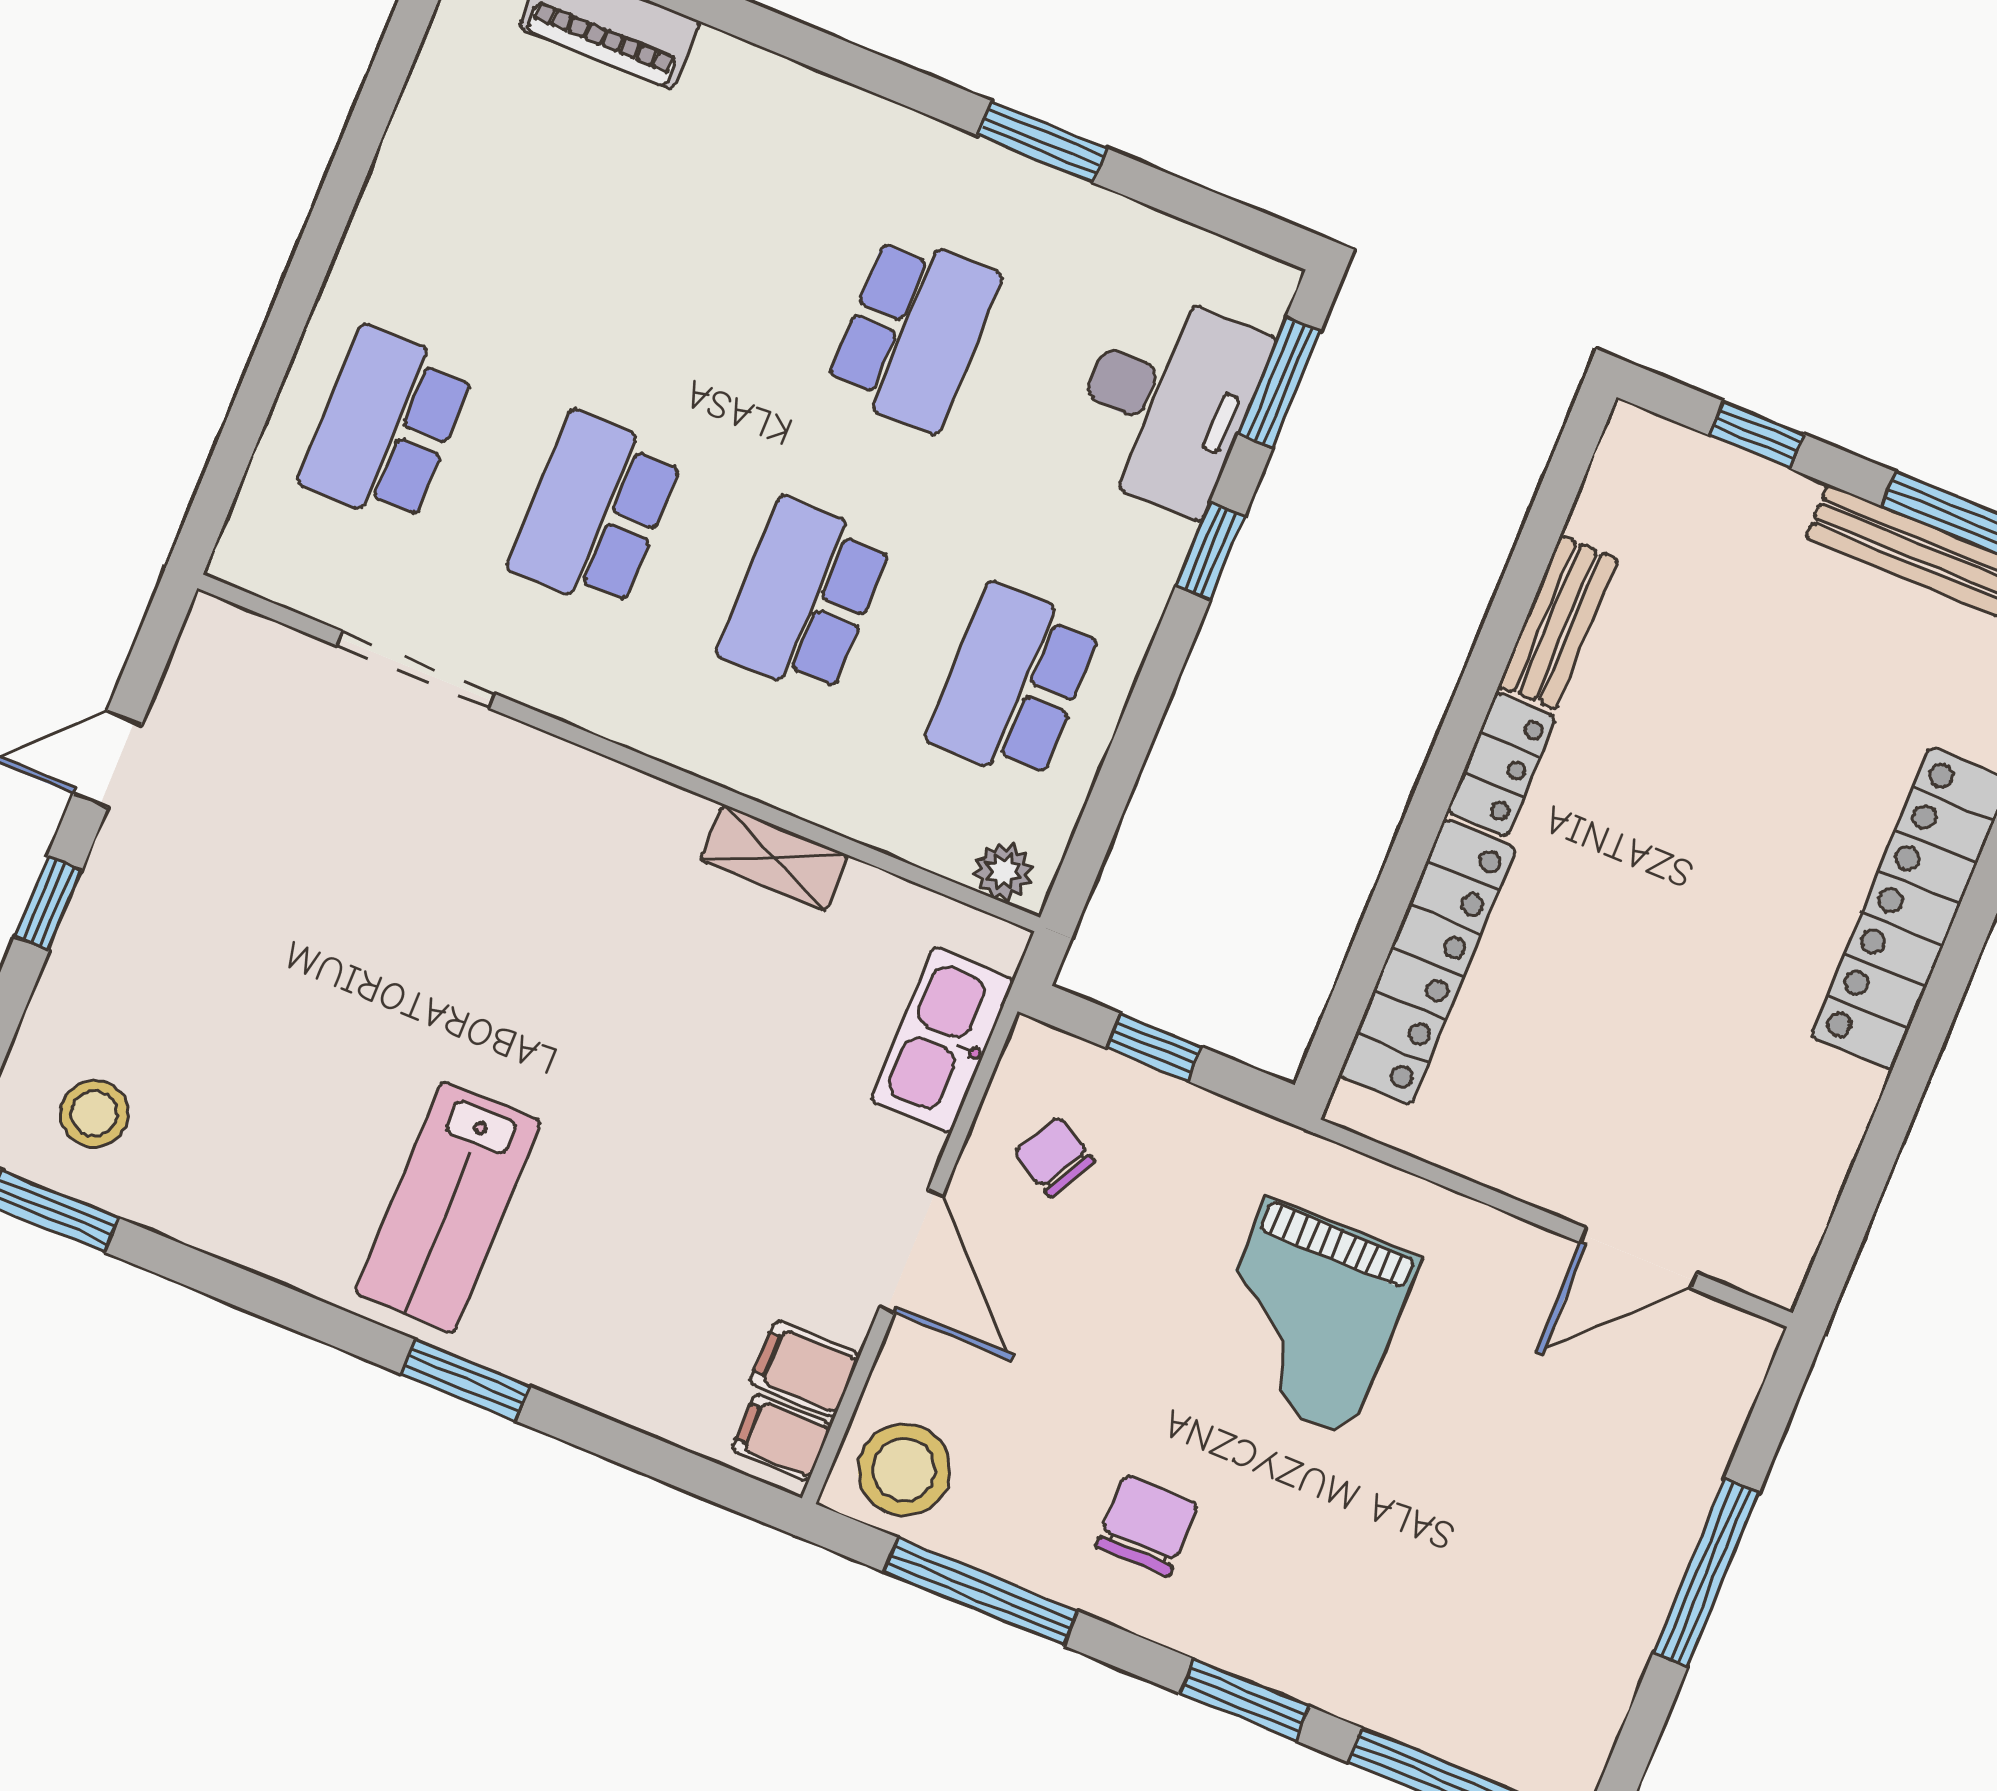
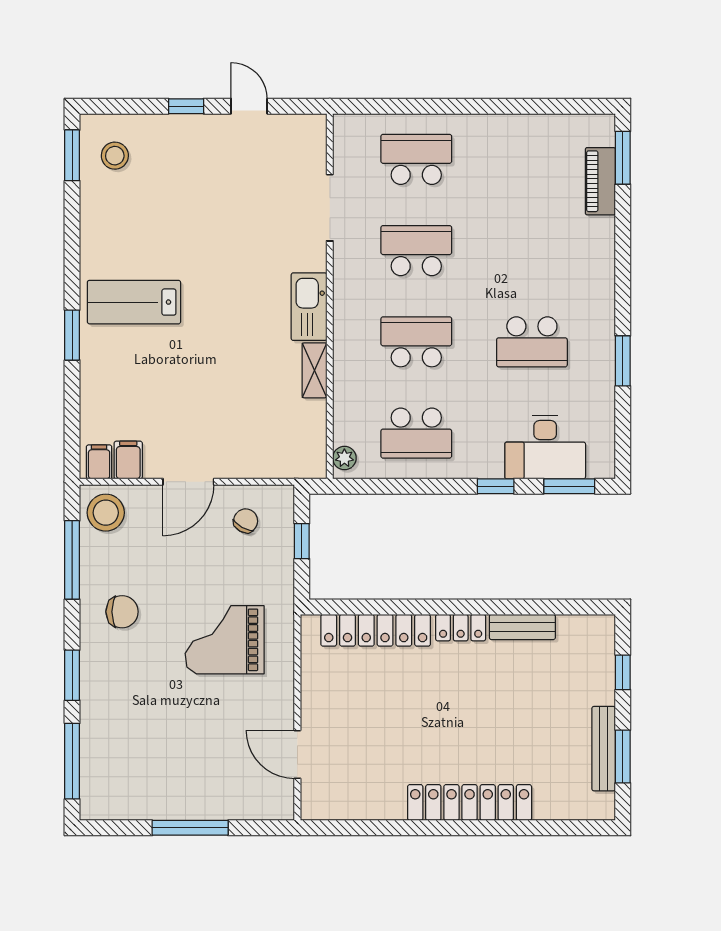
school desk: (1014, 683) -> (416, 433), turned 180
kitchen sink: (942, 1040) -> (309, 307), moved, turned -90

